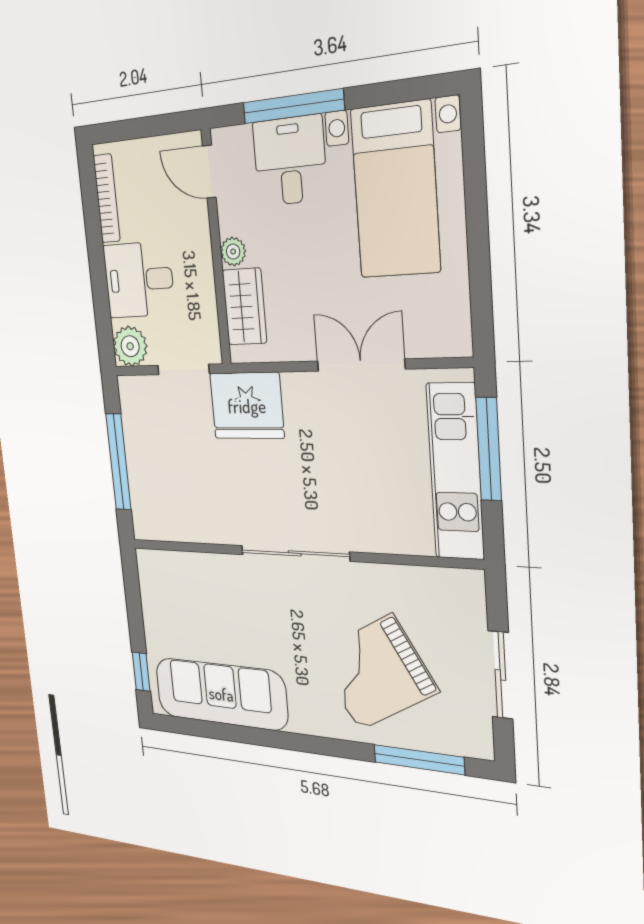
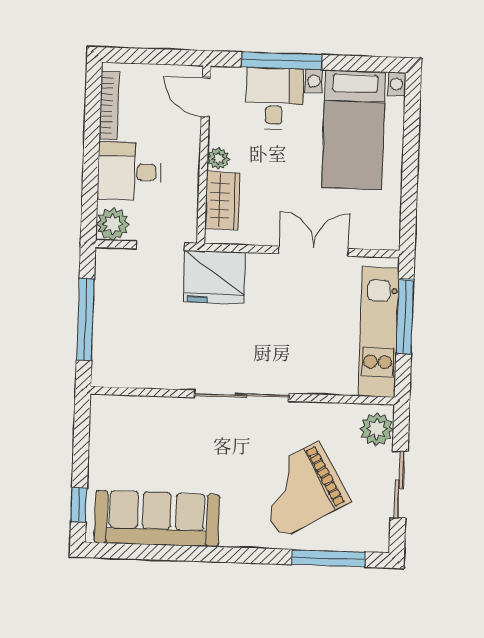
plant: (464, 601) -> (377, 429), added

